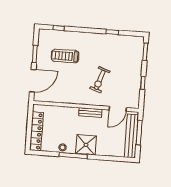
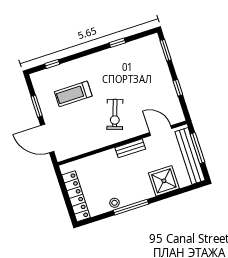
exercise bike: (100, 80) -> (115, 114), moved
door: (33, 81) -> (47, 139), swing flipped
door: (118, 109) -> (161, 131), swing flipped
shower: (86, 145) -> (164, 181), moved

